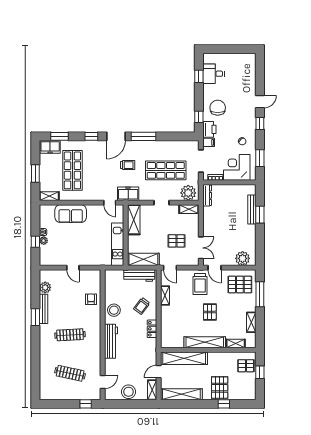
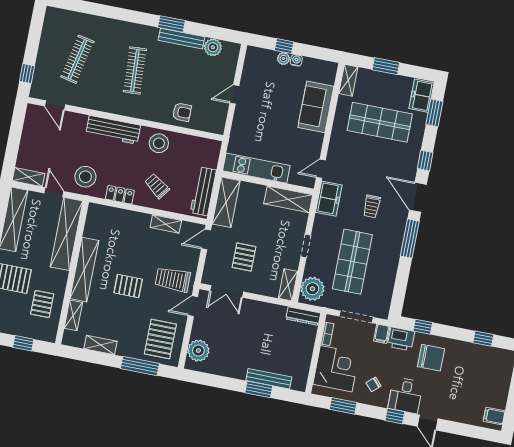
filing cabinet: (247, 60) -> (494, 416), added
desk: (213, 74) -> (405, 395), moved, turned 180
pallet: (246, 366) -> (42, 304), moved
stool: (129, 392) -> (85, 177), moved

